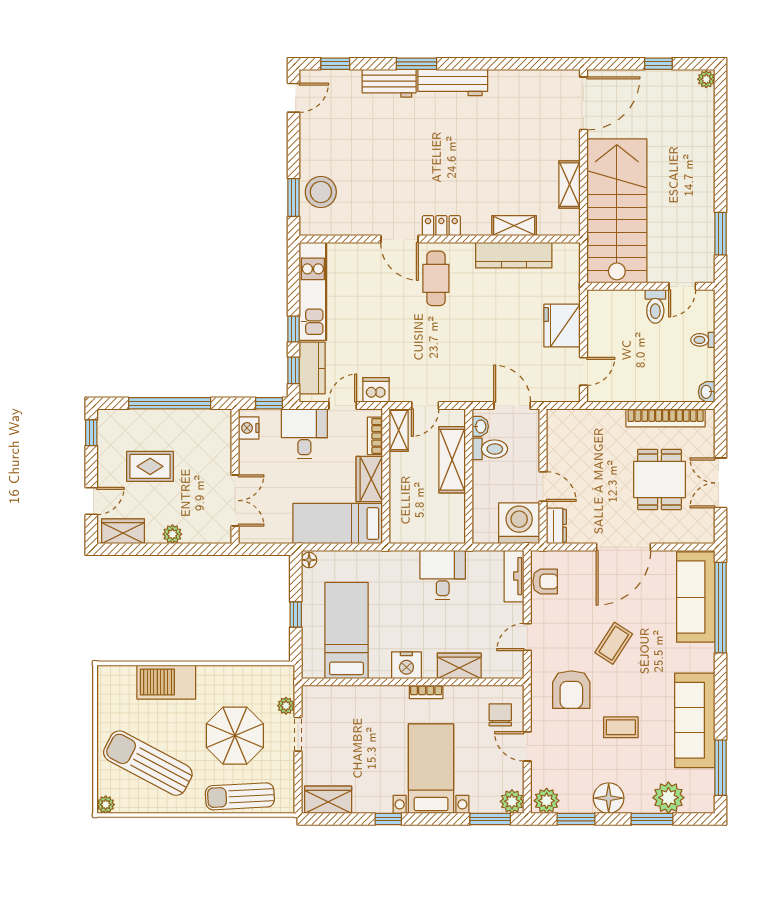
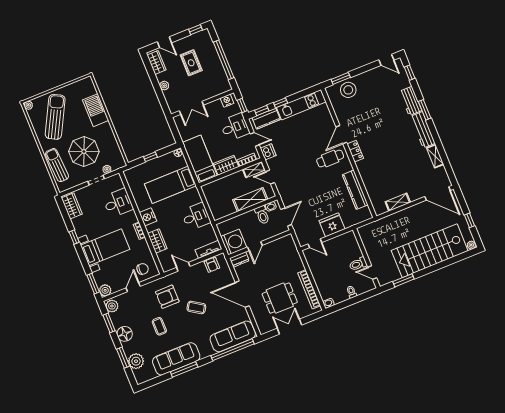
stairs: (617, 211) -> (430, 251), moved, turned 180
shelving: (514, 226) -> (435, 156), moved
bed: (347, 630) -> (170, 185), moved, turned 180
desk: (358, 711) -> (118, 203), added
window: (721, 768) -> (184, 369), moved

